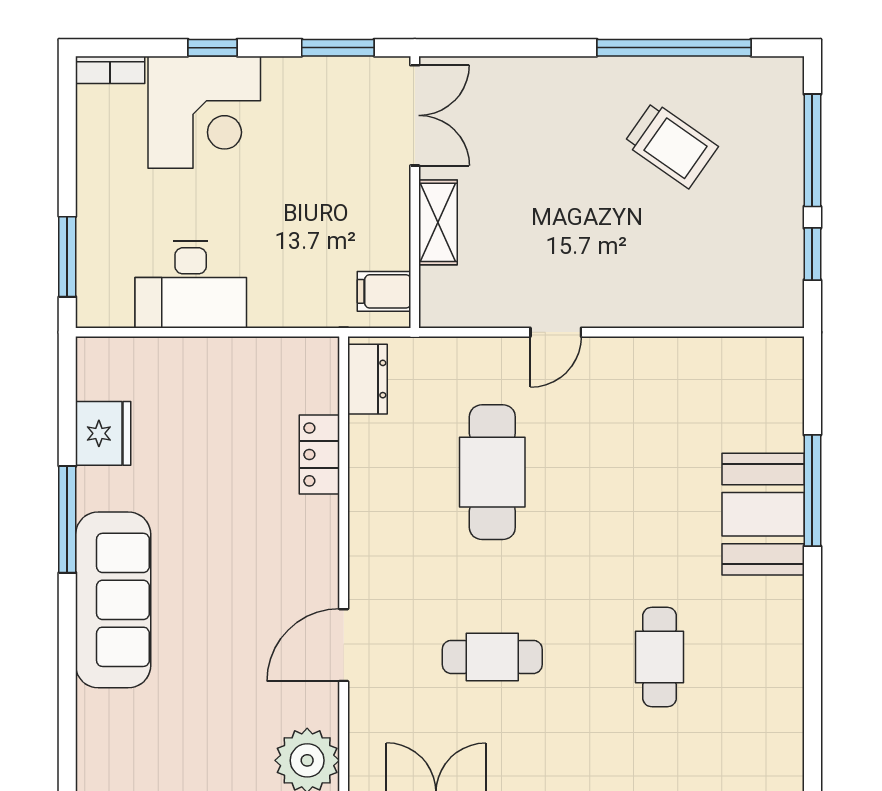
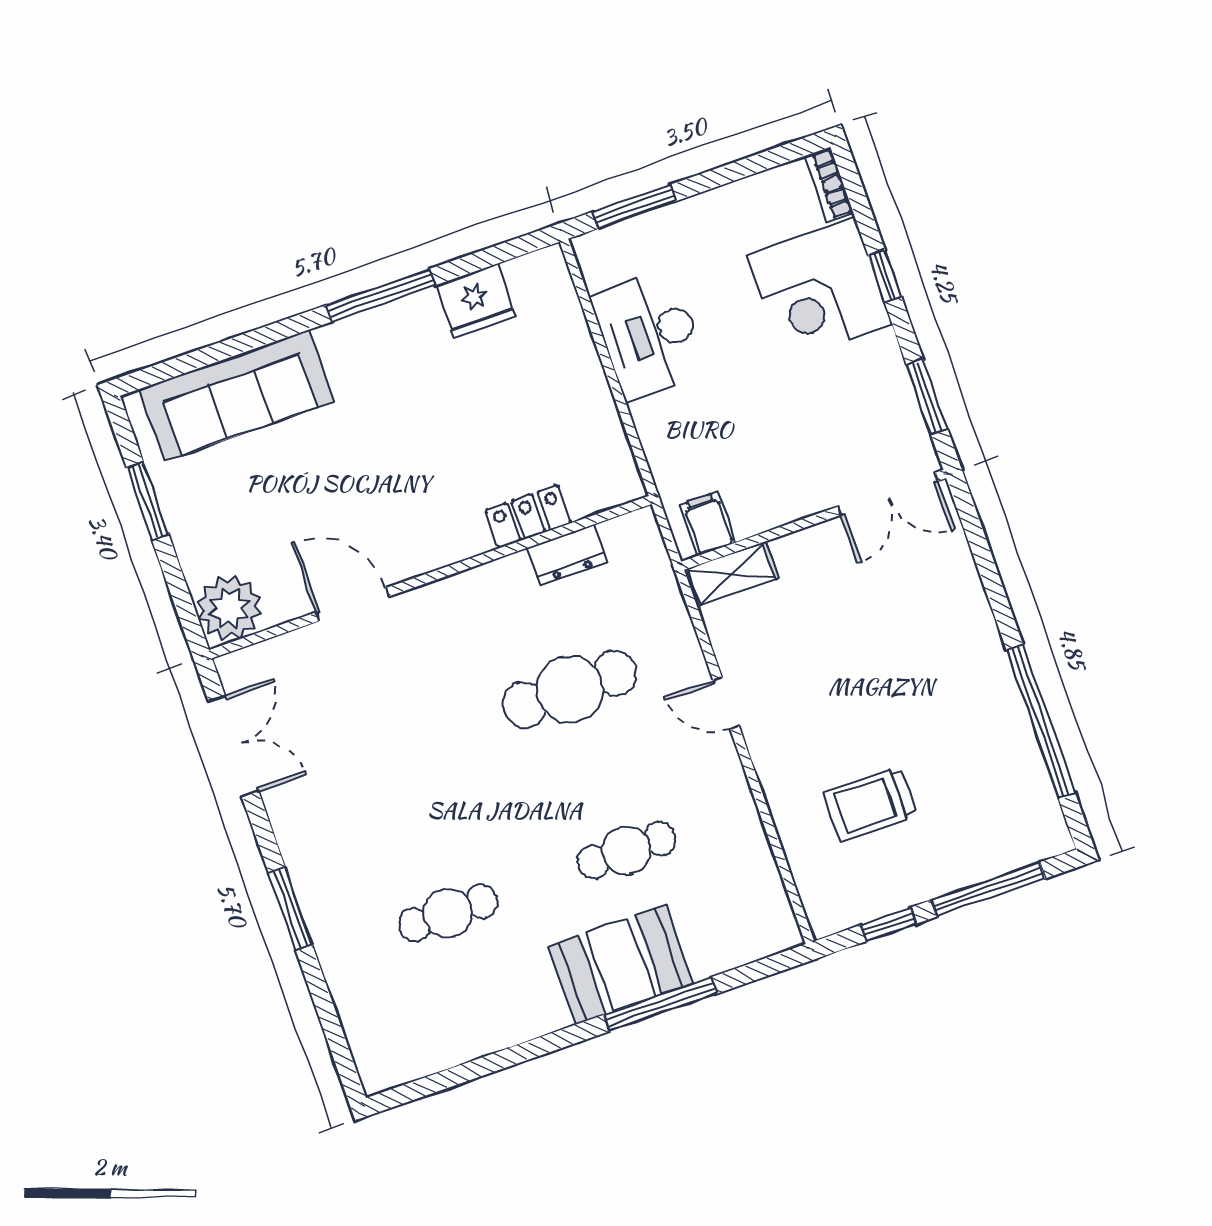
trolley: (671, 145) -> (871, 804), moved, turned 55
shelving: (438, 222) -> (731, 574), moved
dresser: (367, 379) -> (567, 555), moved
sofa: (113, 600) -> (237, 395), moved
cafe table: (492, 657) -> (626, 851), moved, turned 90

